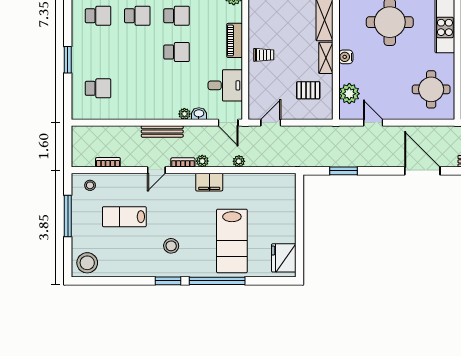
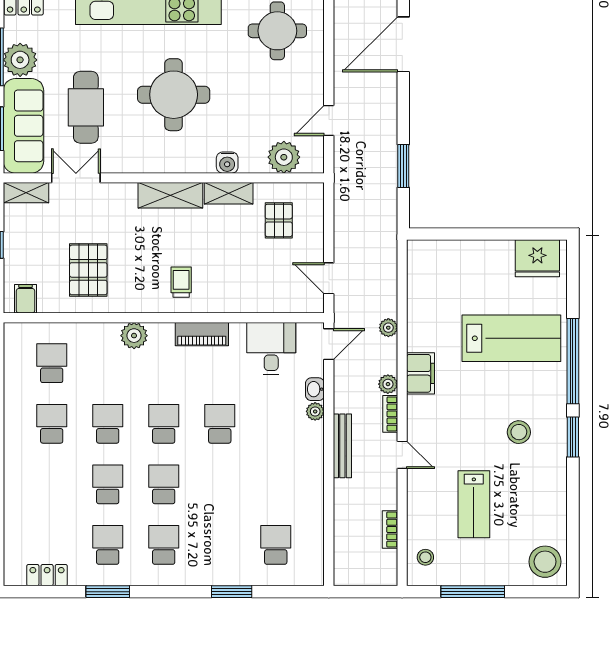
trolley: (264, 55) -> (181, 282), moved

